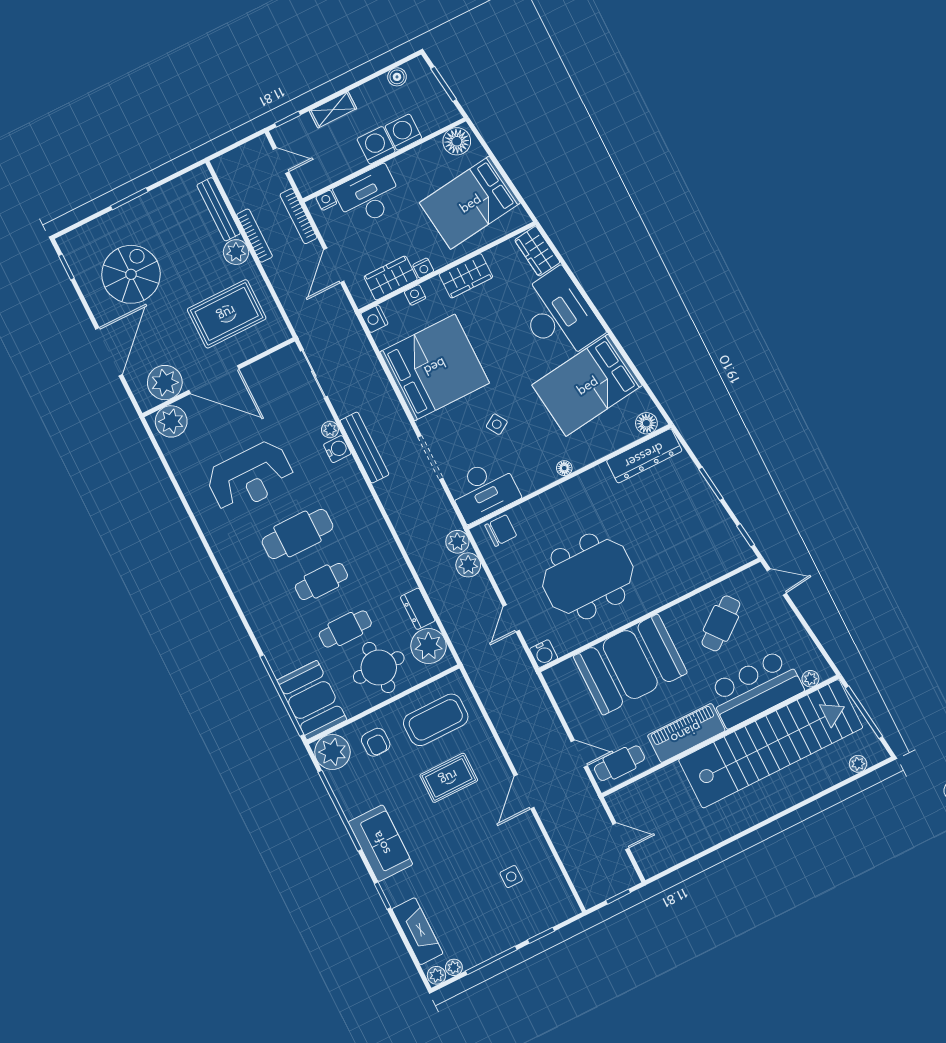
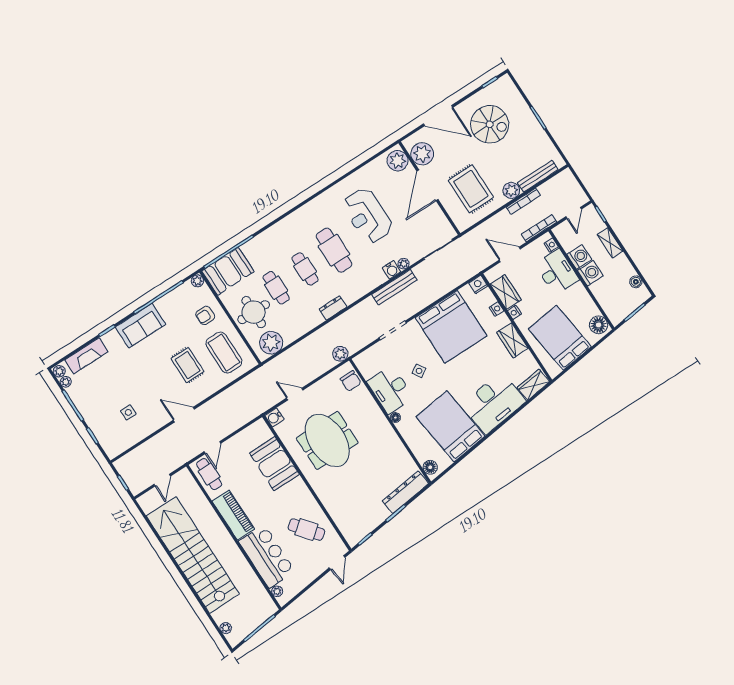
washing machine: (403, 132) -> (579, 257), moved
dresser: (644, 456) -> (405, 492), moved, turned 83
desk: (484, 490) -> (390, 390), moved
plant: (468, 565) -> (326, 362), removed
dresser: (418, 609) -> (333, 308), moved
booth: (630, 665) -> (274, 464), width x0.73, depth x0.70
stairs: (771, 744) -> (193, 555), moved, turned 180
plant: (332, 752) -> (197, 281), width x0.53, depth x0.53

